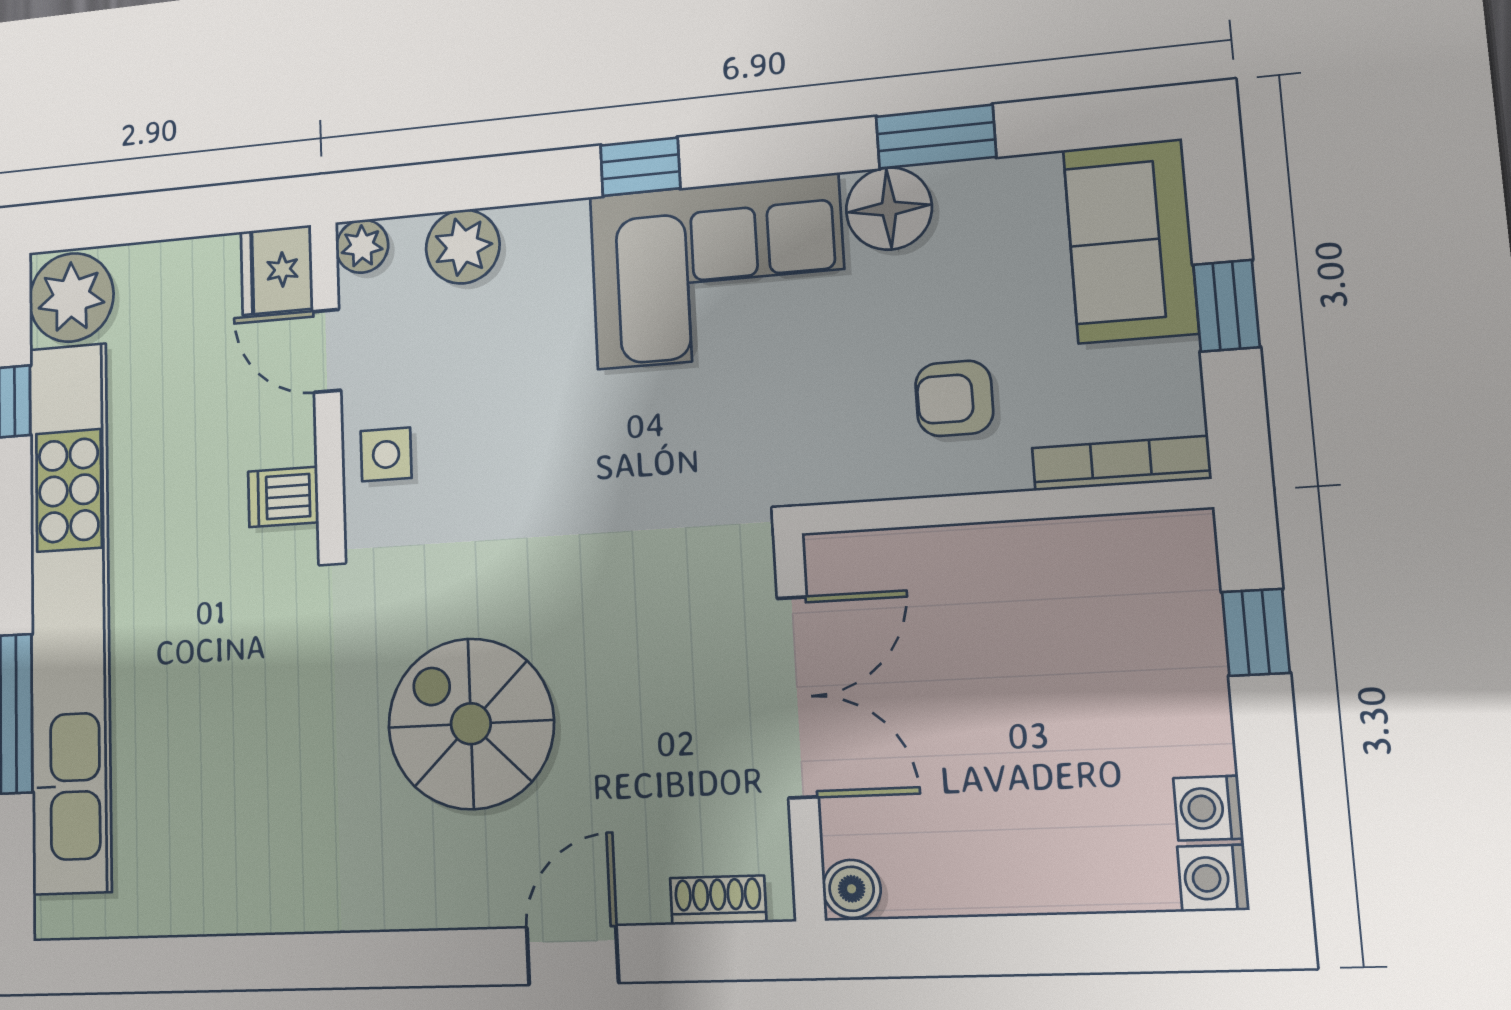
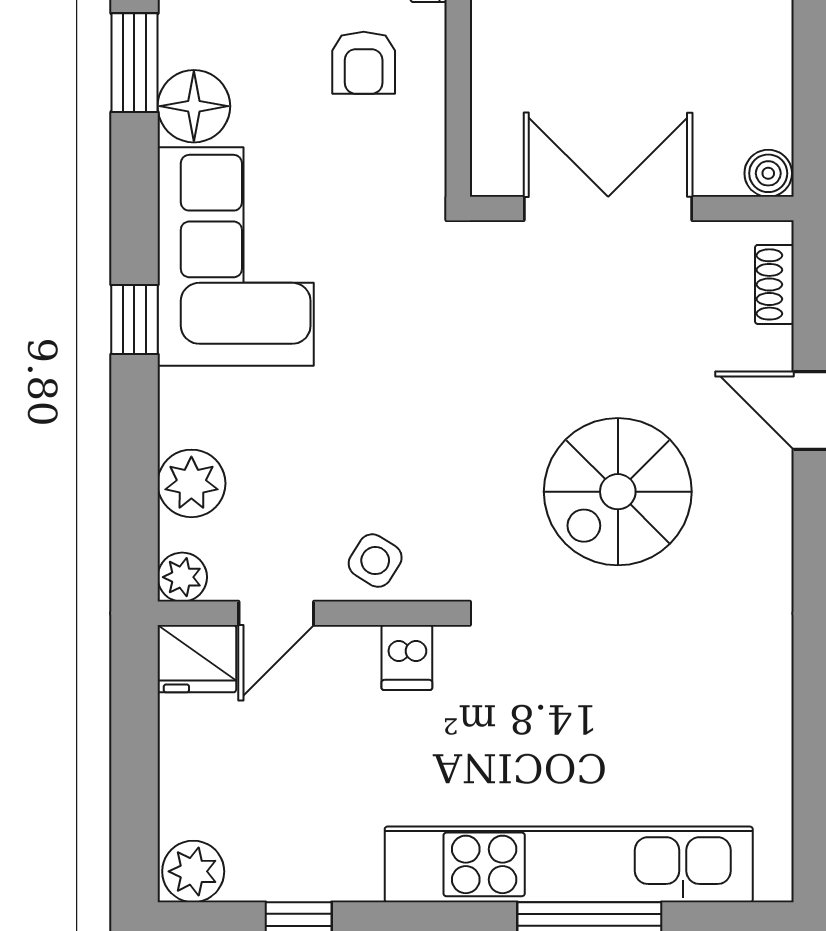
plant: (71, 297) -> (193, 871), width x0.73, depth x0.73
side table: (386, 454) -> (375, 561), turned 32
kitchen unit: (70, 615) -> (569, 864), width x0.73

